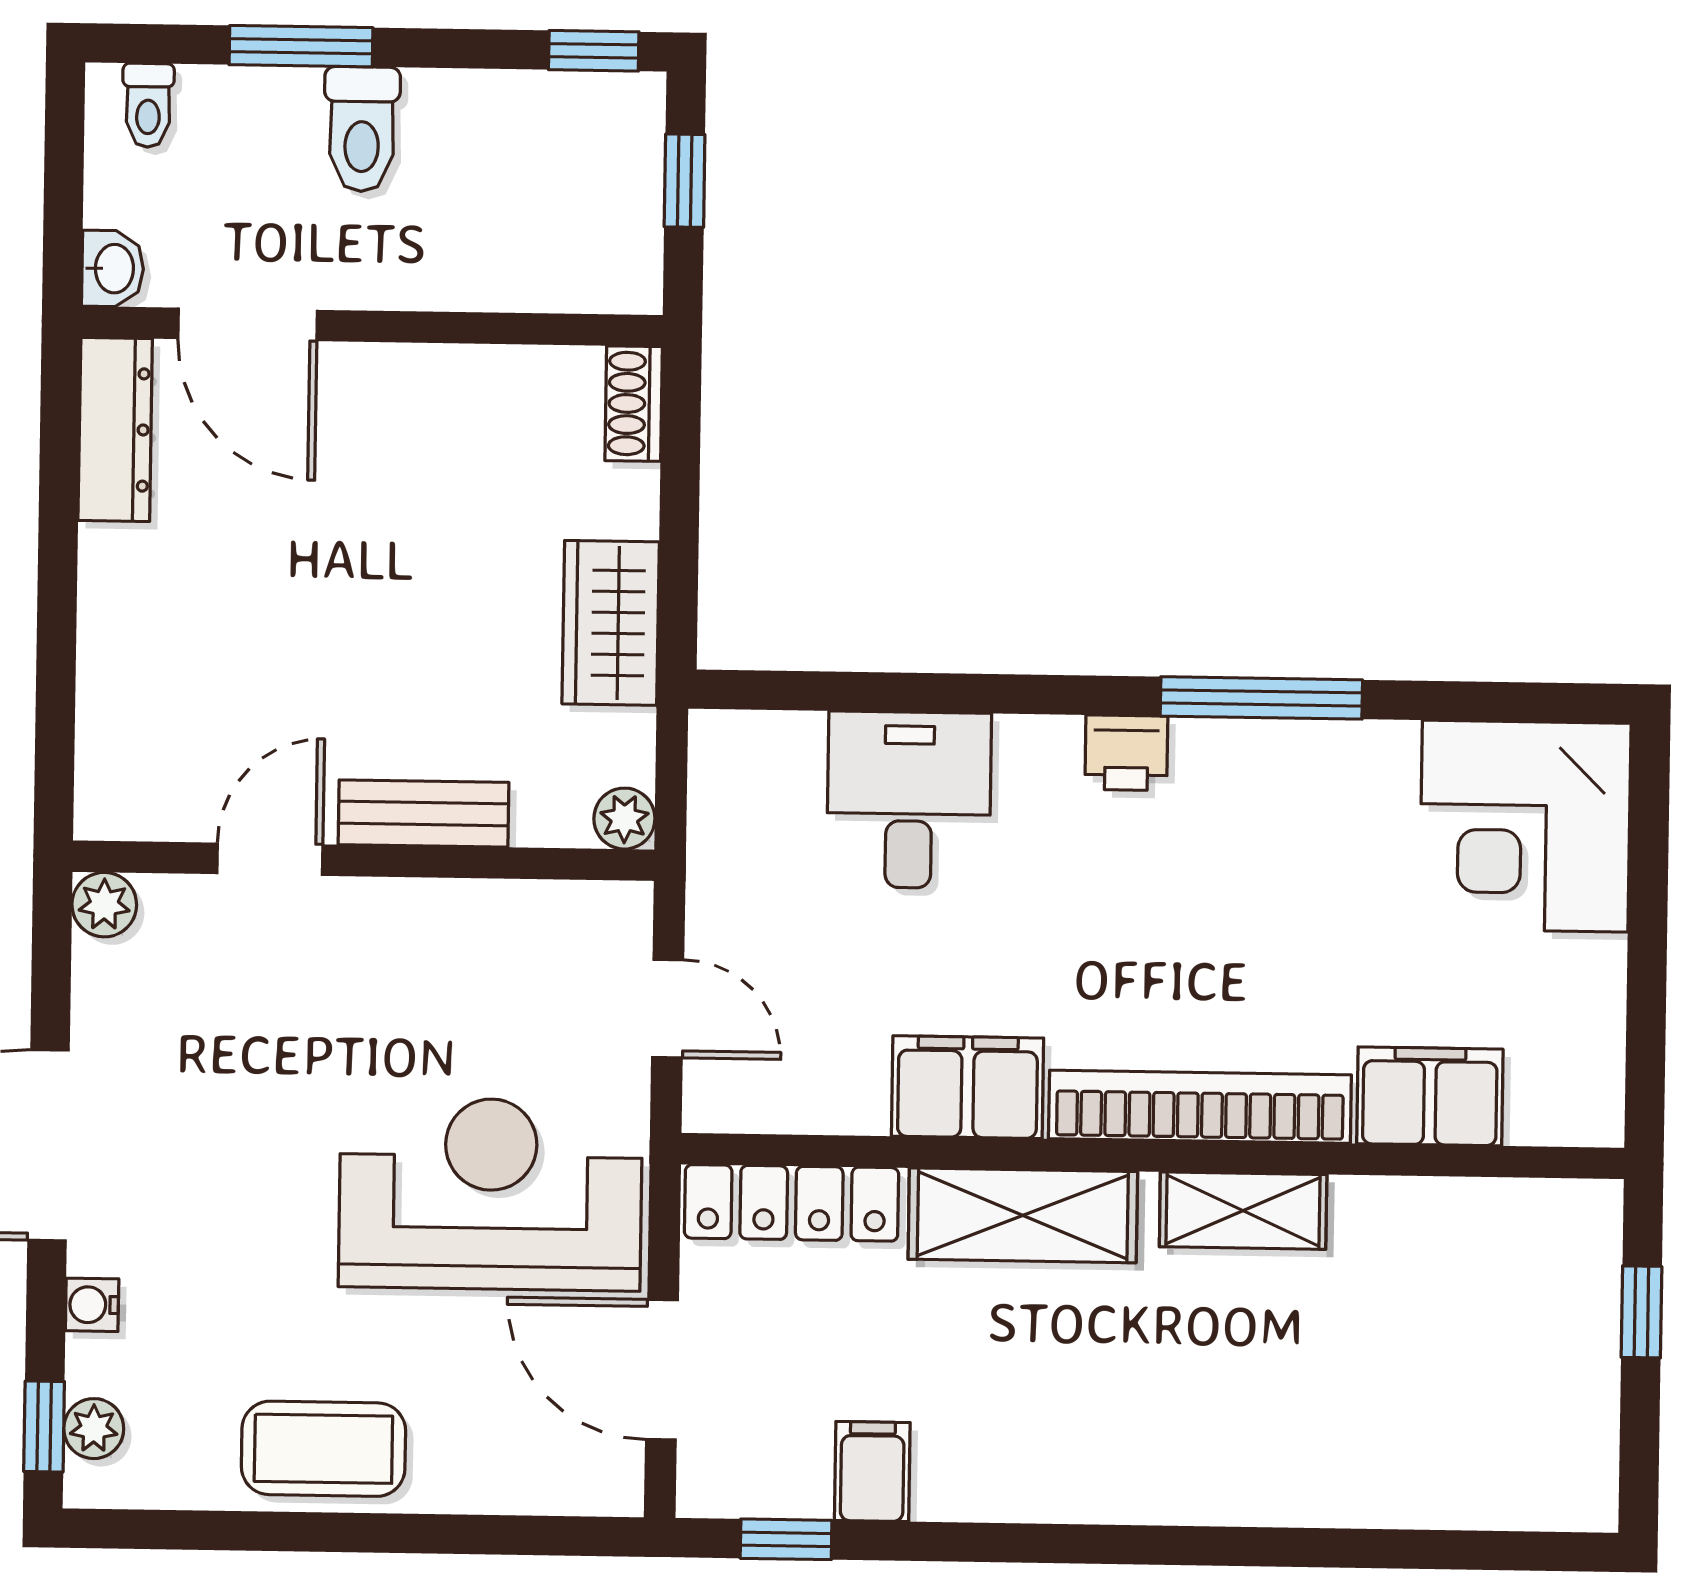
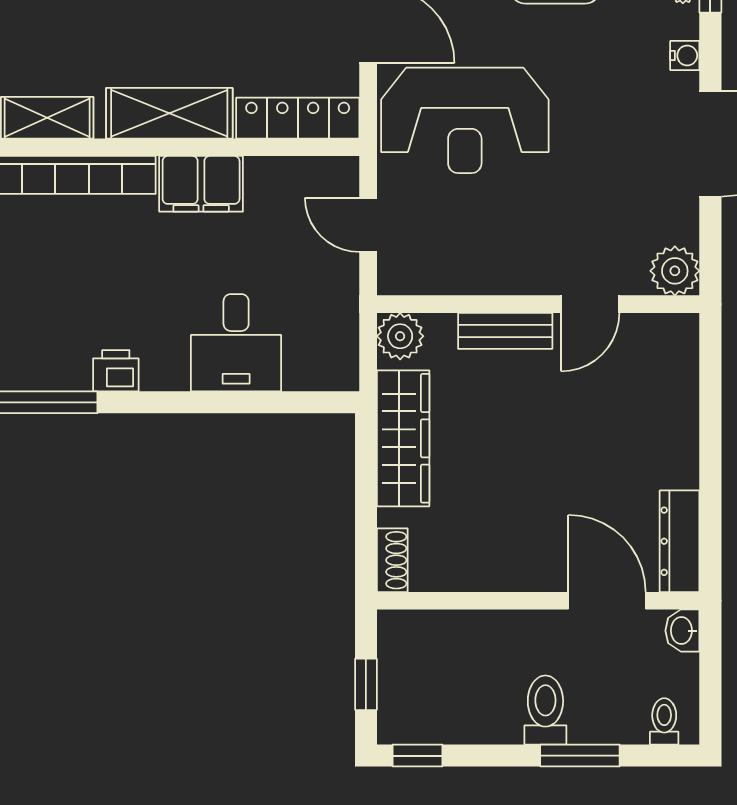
wardrobe: (611, 623) -> (403, 438), width x1.50
plant: (624, 819) -> (400, 336), width x1.38, depth x1.38
plant: (104, 905) -> (675, 271), width x1.38, depth x1.38

